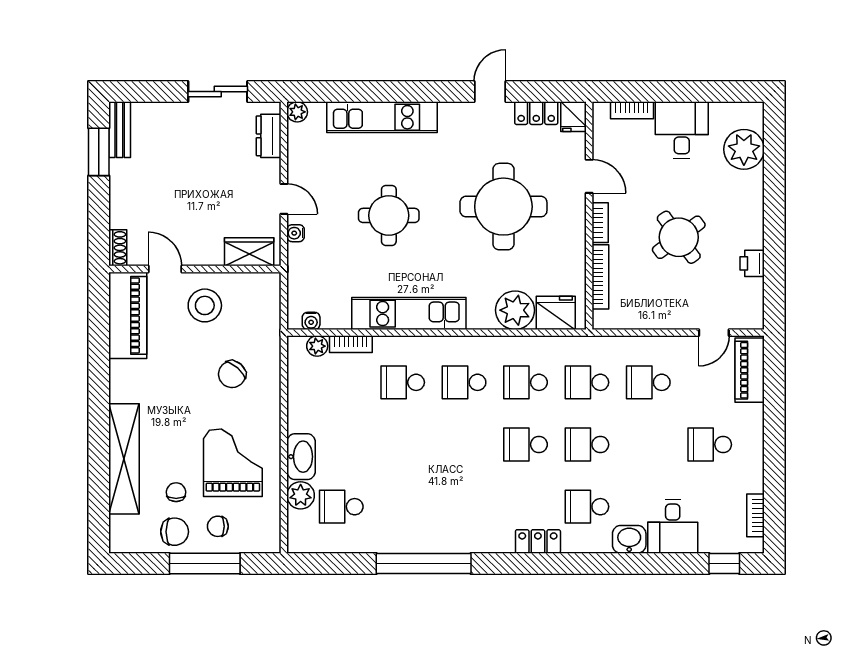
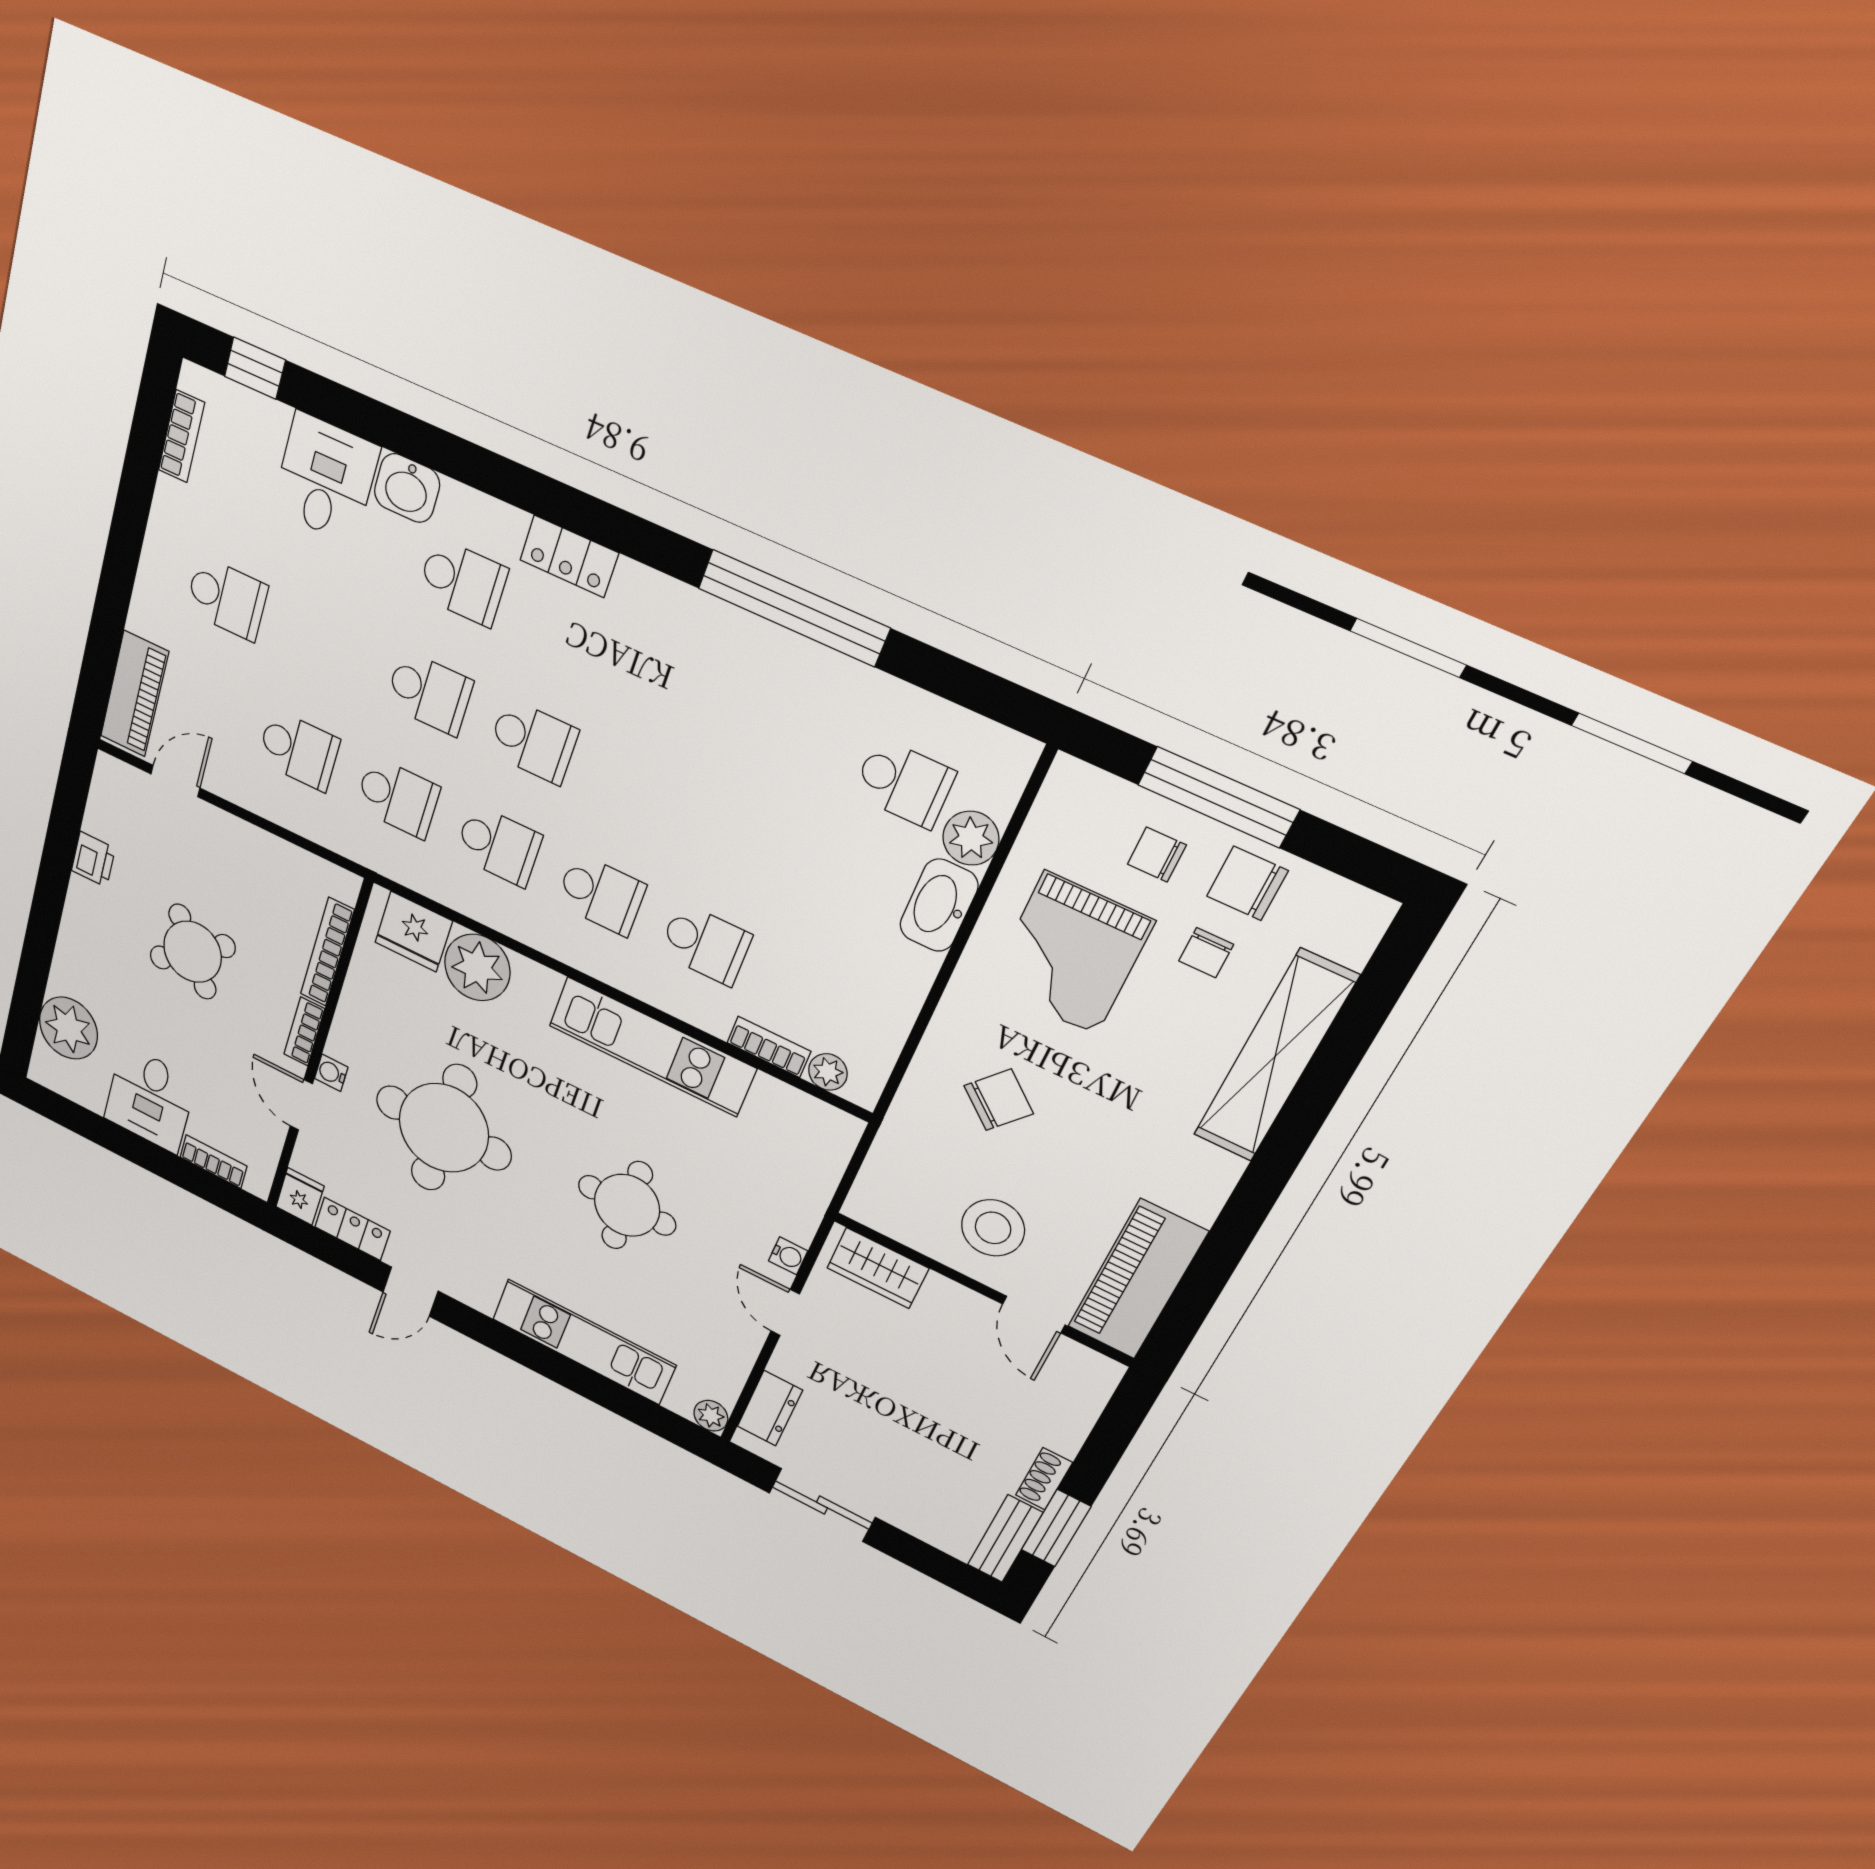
shoe rack: (118, 248) -> (1044, 1479), moved
water cooler: (311, 321) -> (331, 1073), moved, turned -90
chair: (218, 526) -> (1157, 855), turned 180

